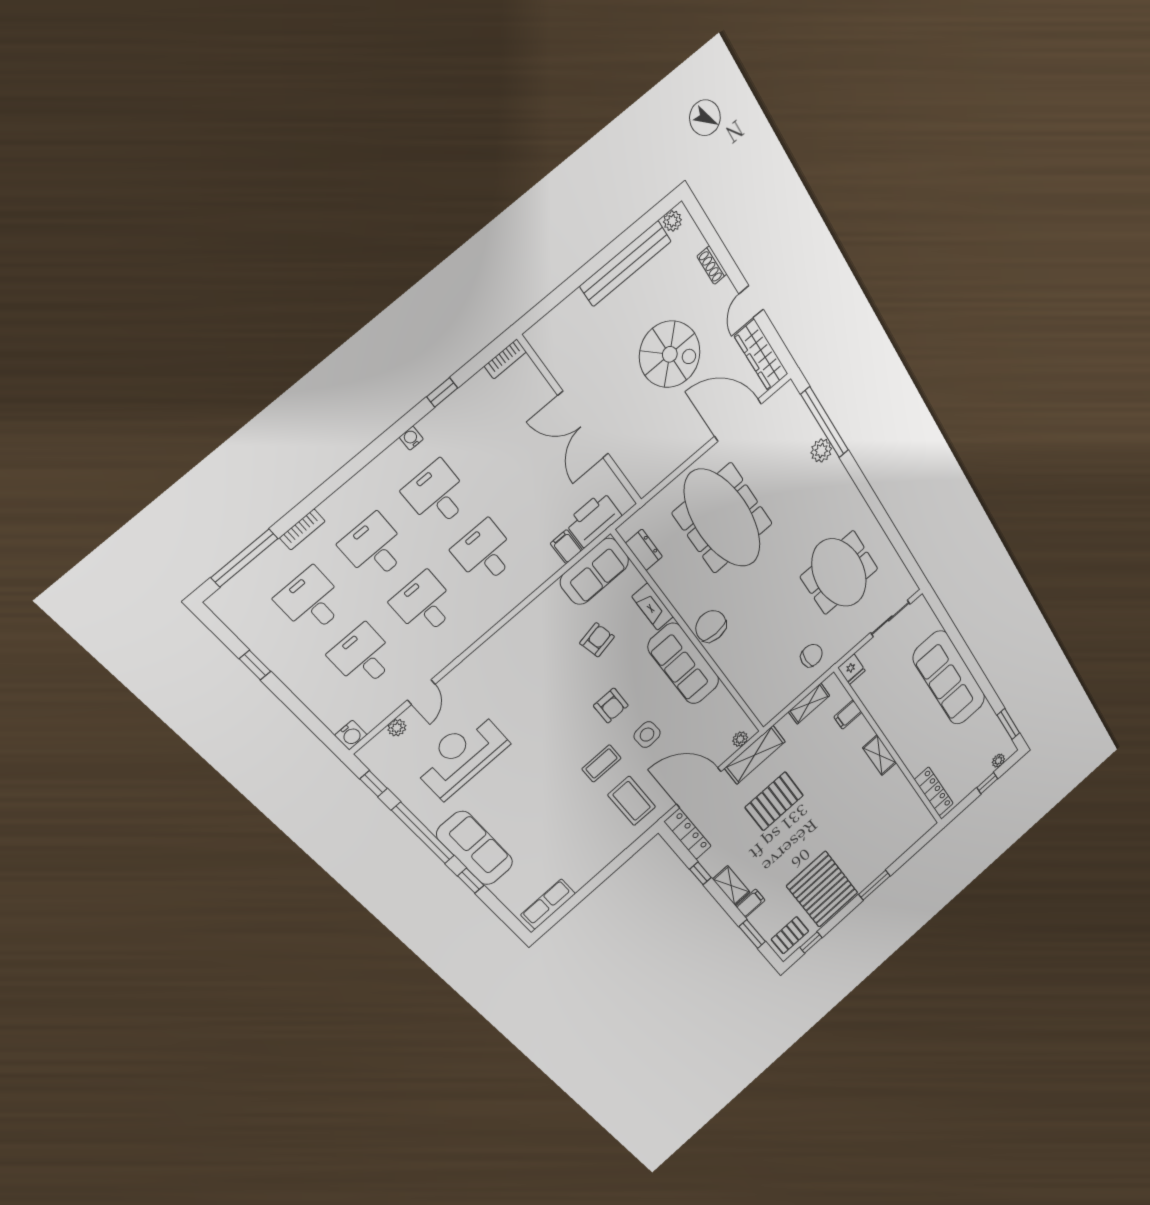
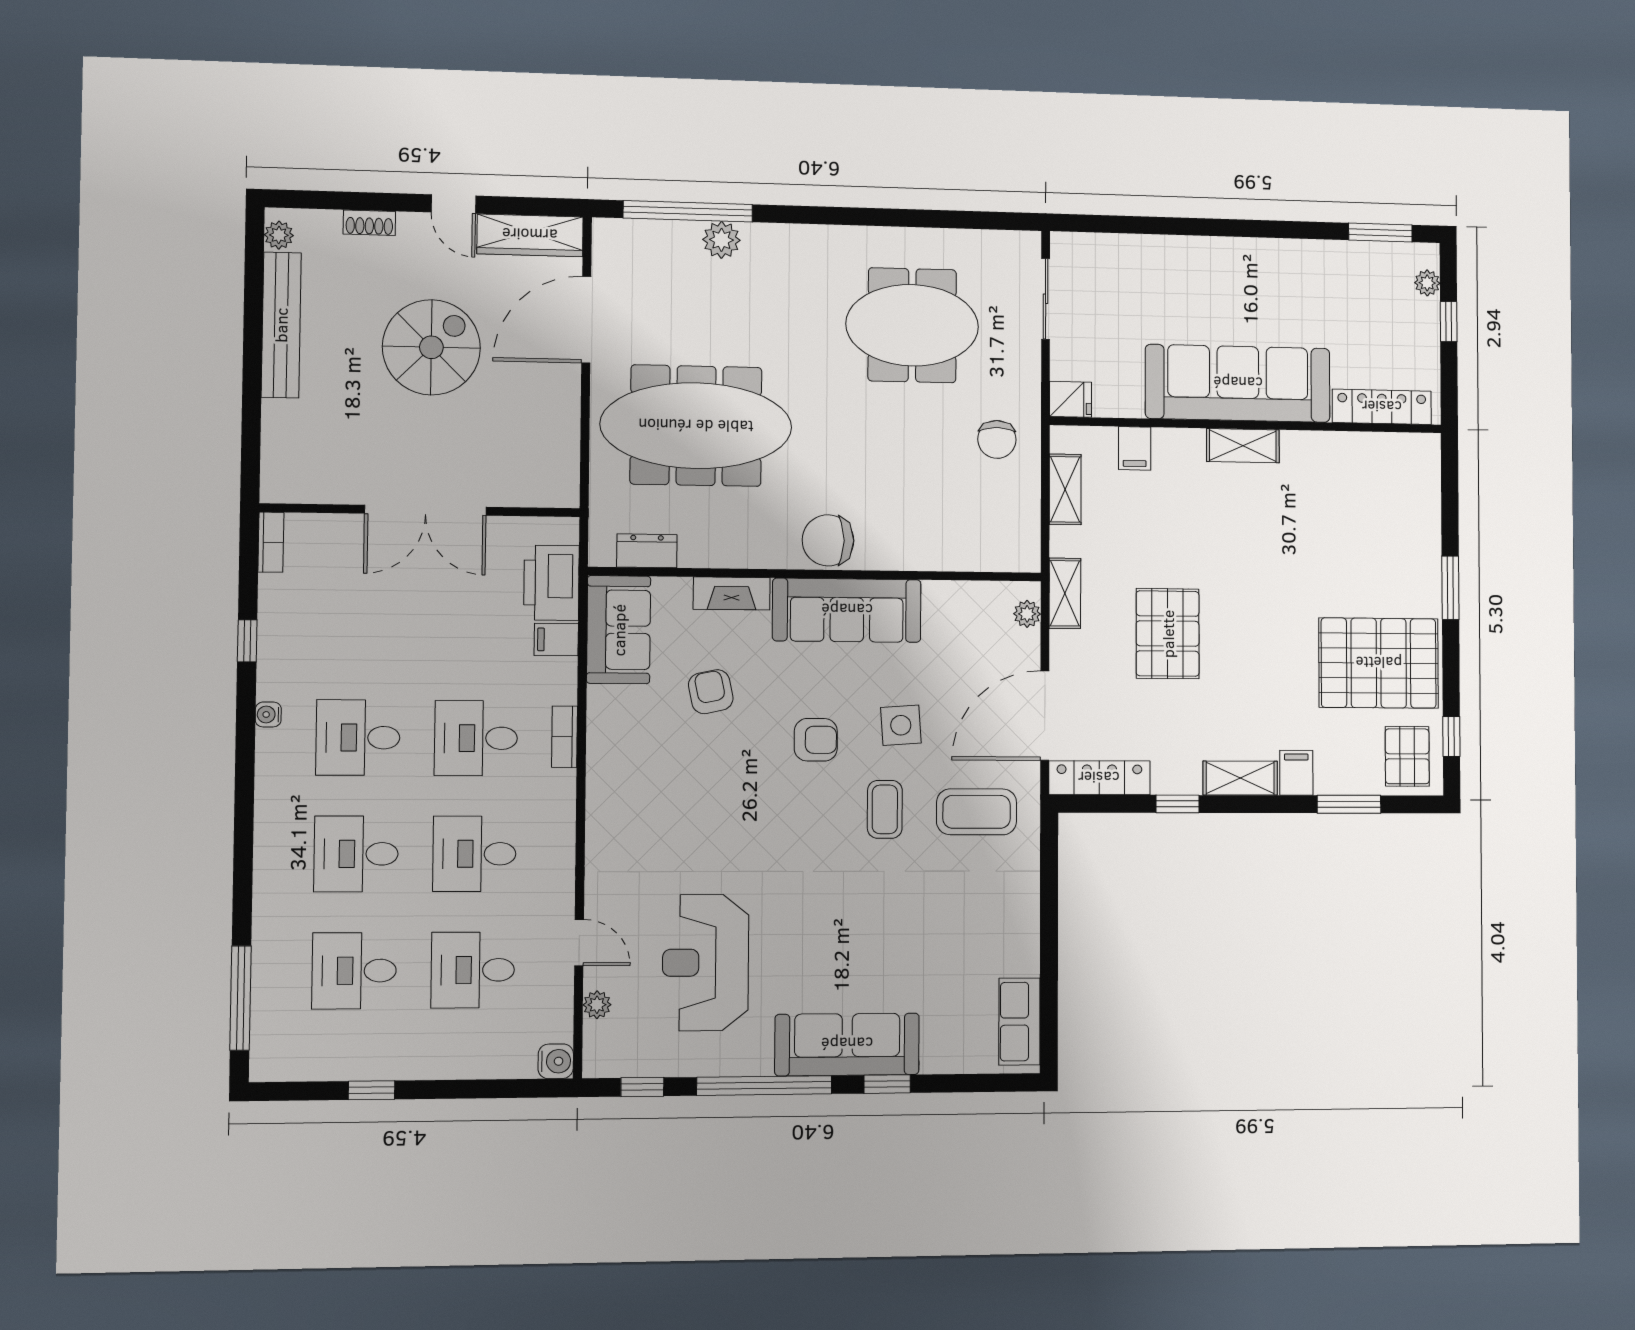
bookcase: (302, 529) -> (565, 737), moved, turned 180
chair: (811, 655) -> (997, 439), turned 180
sofa: (949, 678) -> (1238, 383), moved, turned 180
shelving: (755, 755) -> (1065, 593), width x0.67, depth x0.75

